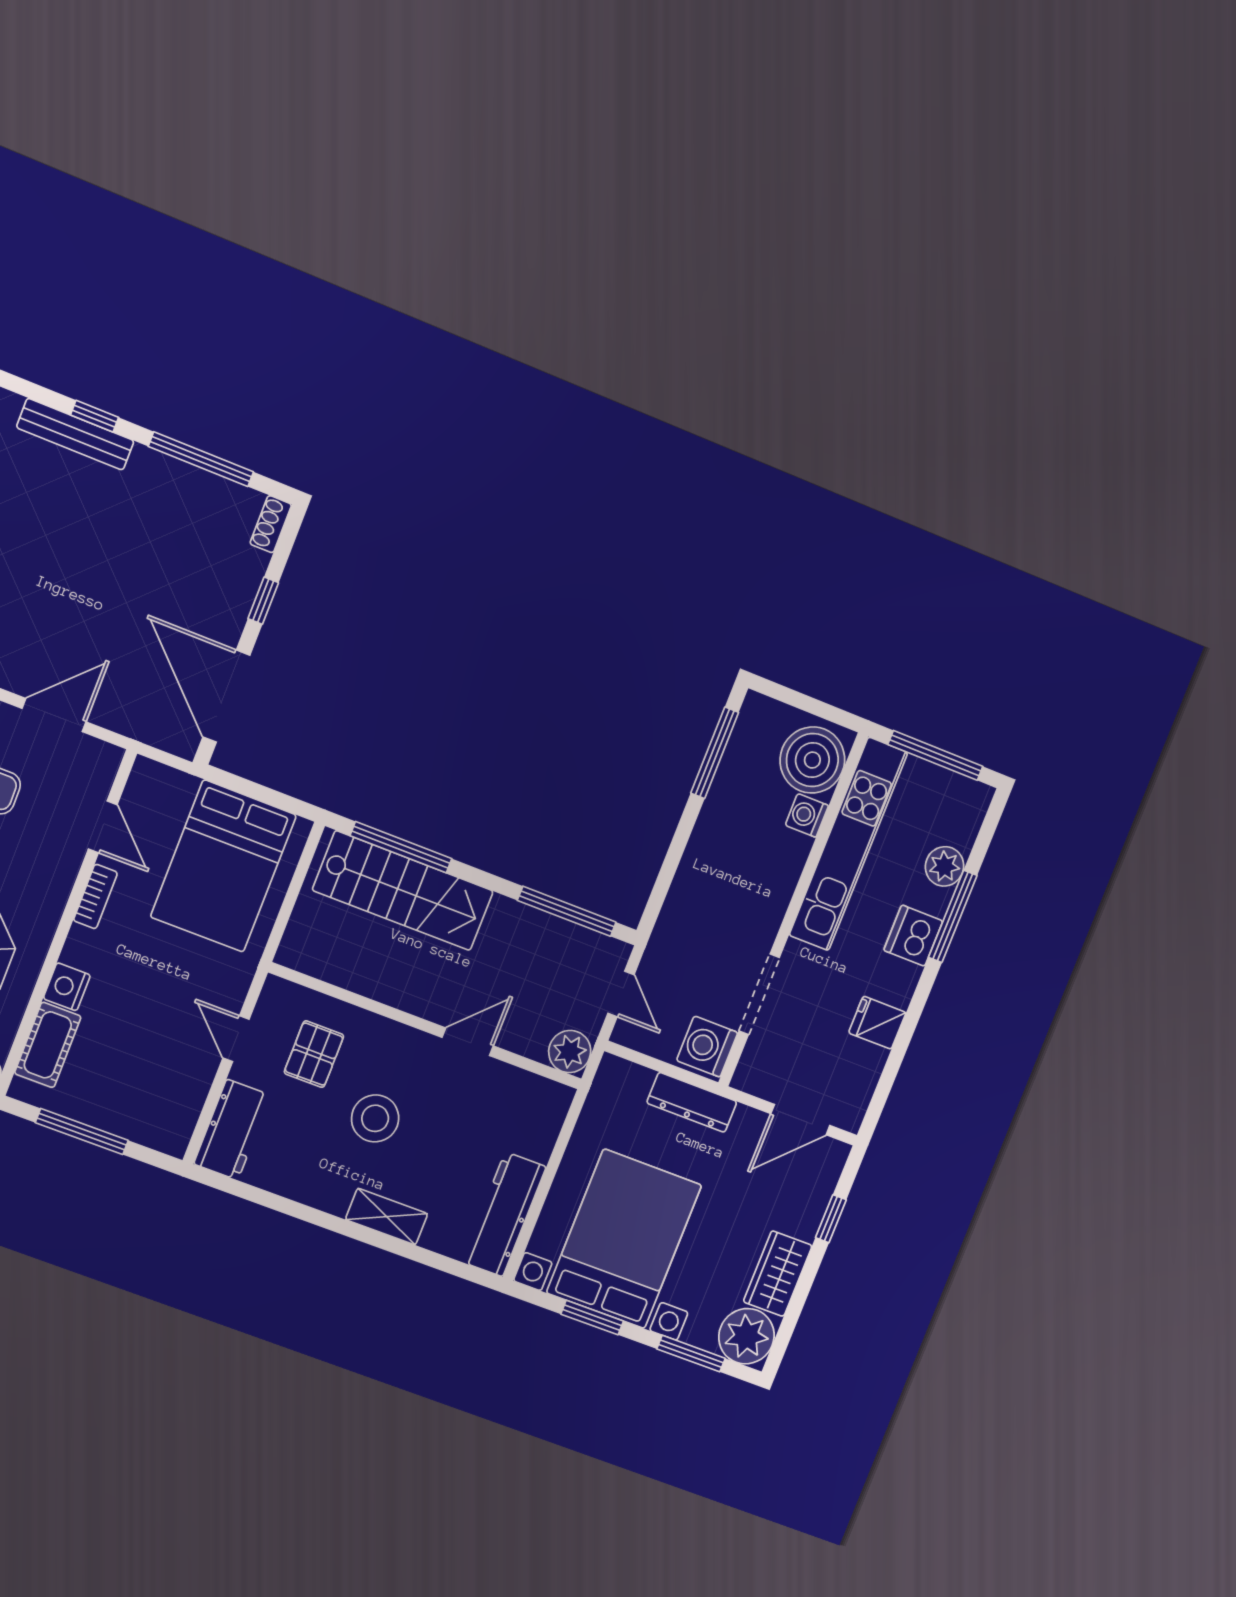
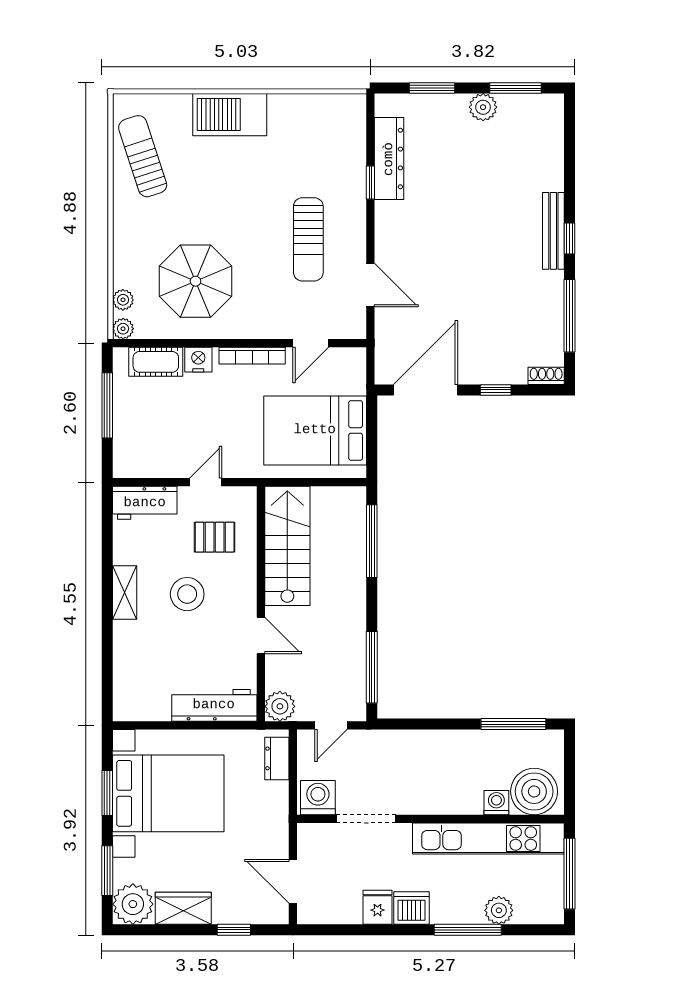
stairs: (403, 891) -> (287, 546), moved, turned 180
bookcase: (95, 896) -> (252, 356), width x1.56
dishwasher: (913, 936) -> (412, 908), moved
dresser: (692, 1102) -> (277, 758), moved, width x0.70
workbench: (504, 1214) -> (214, 705), moved
shelving: (387, 1217) -> (125, 592), moved

